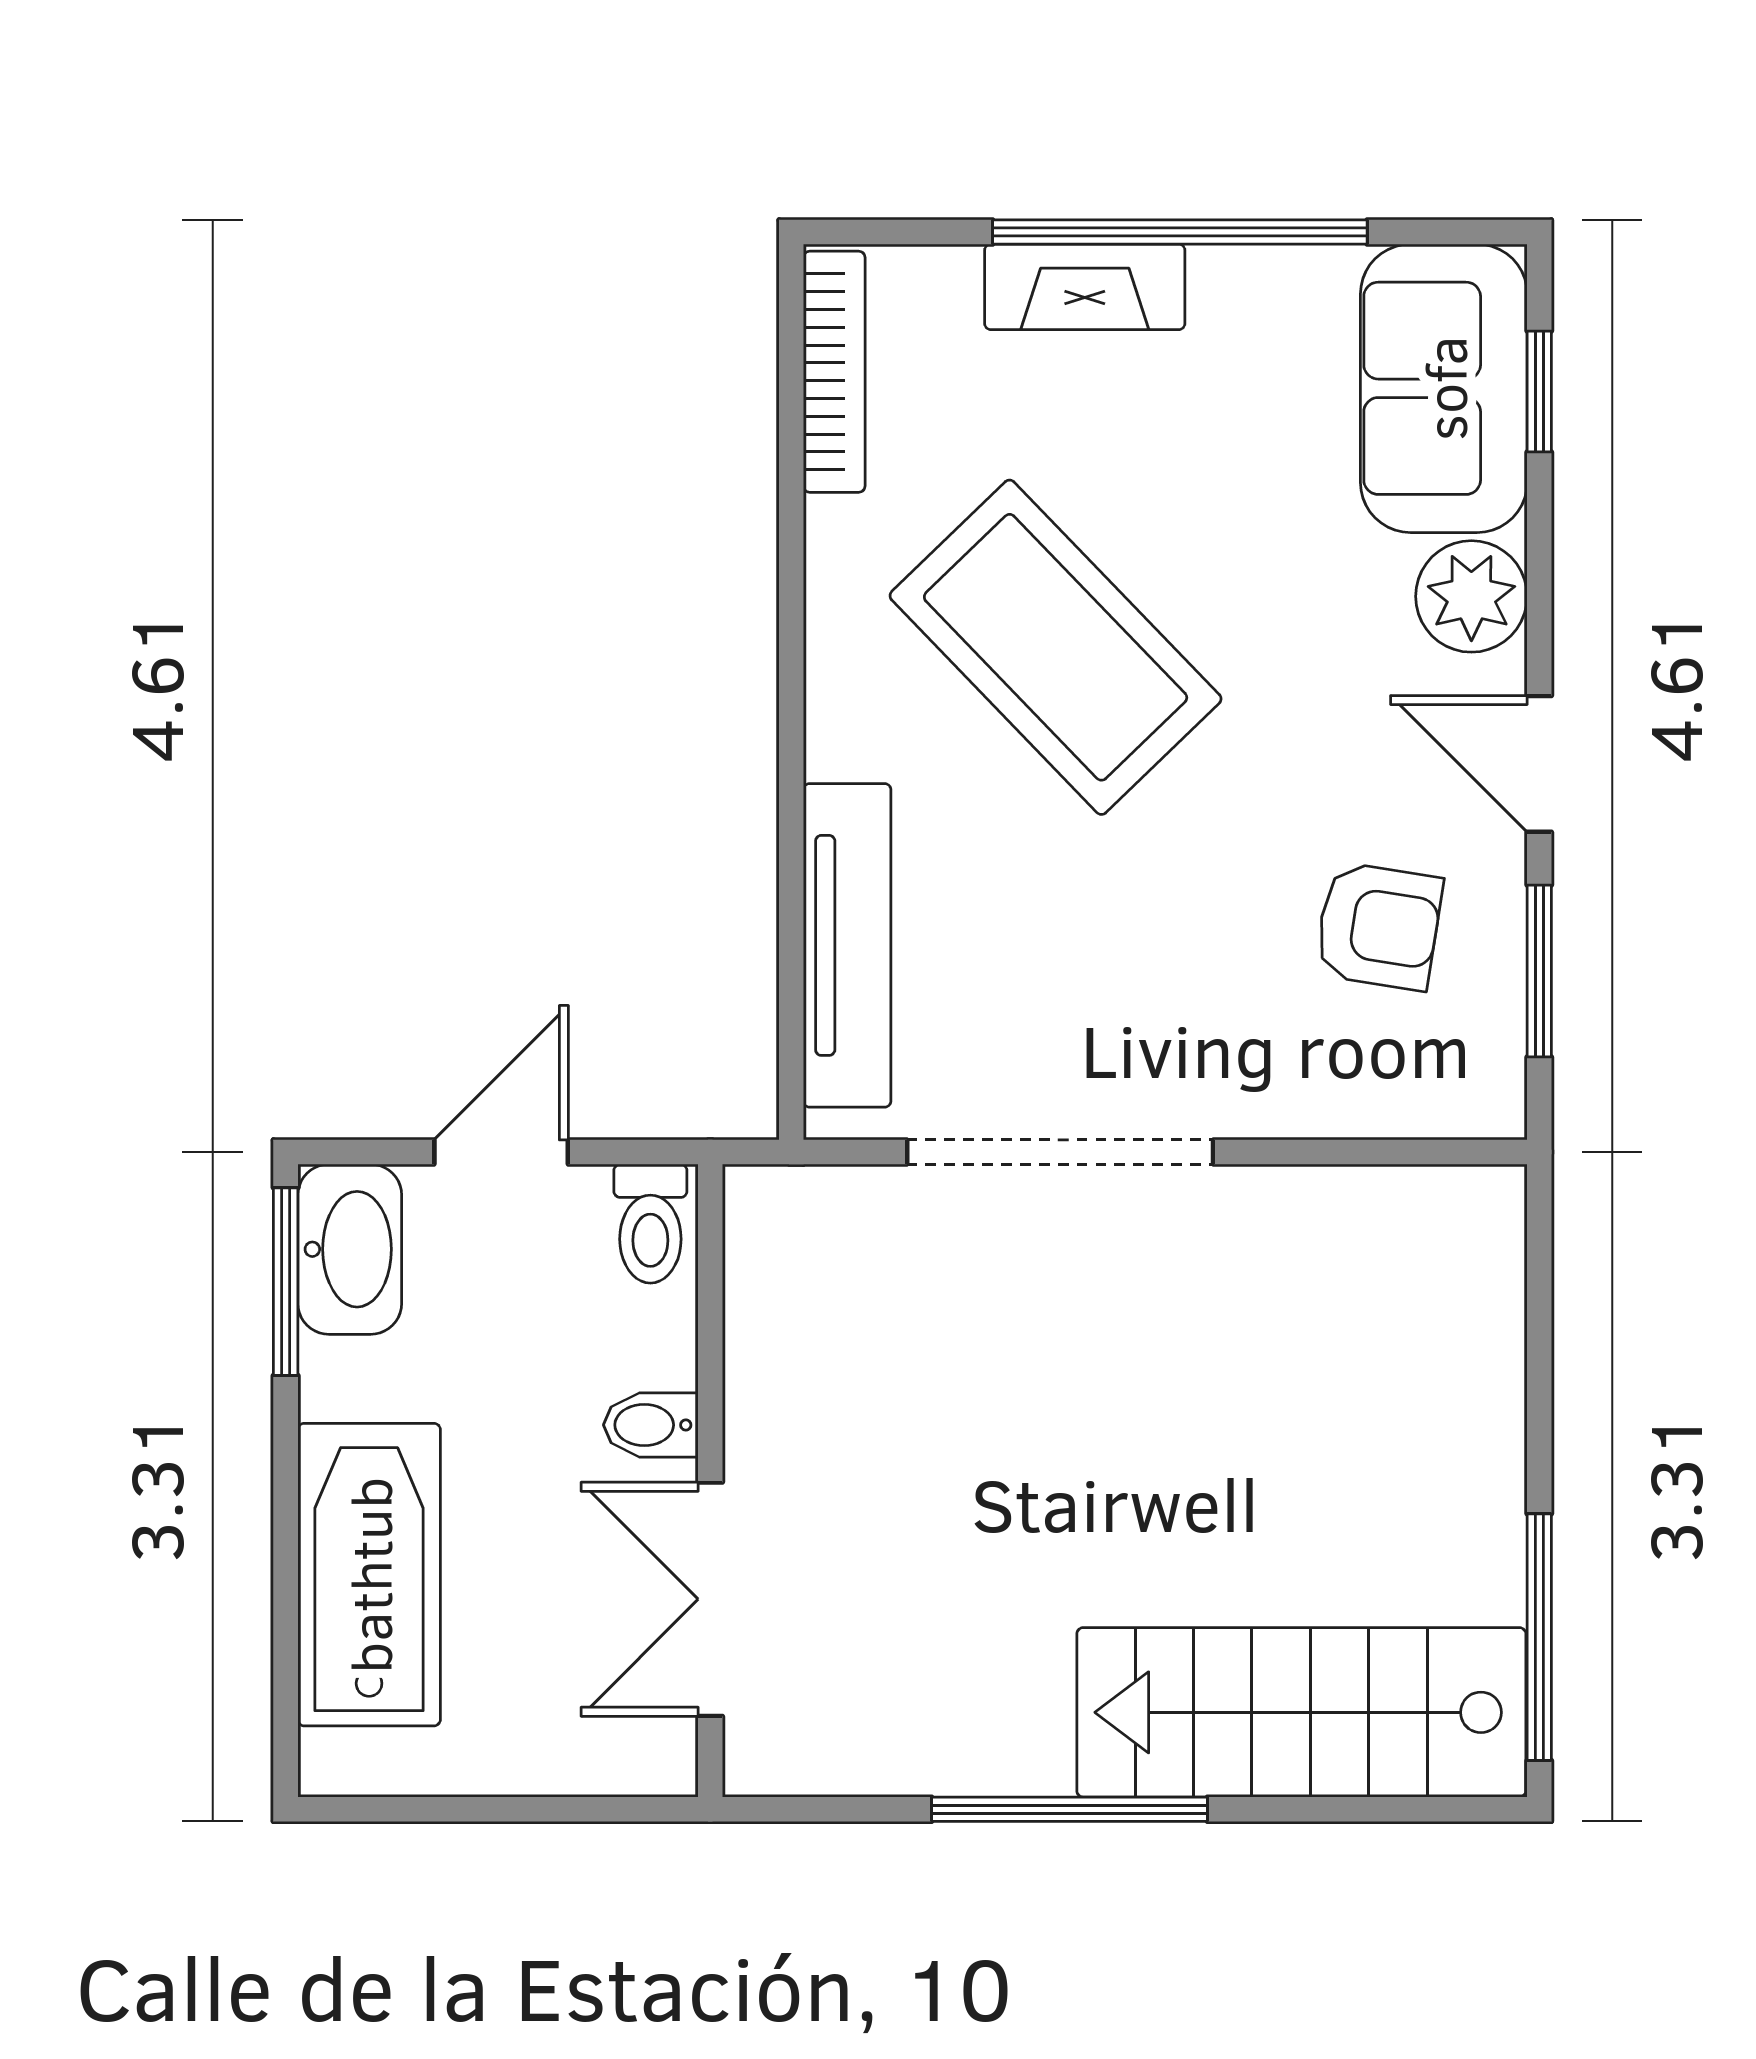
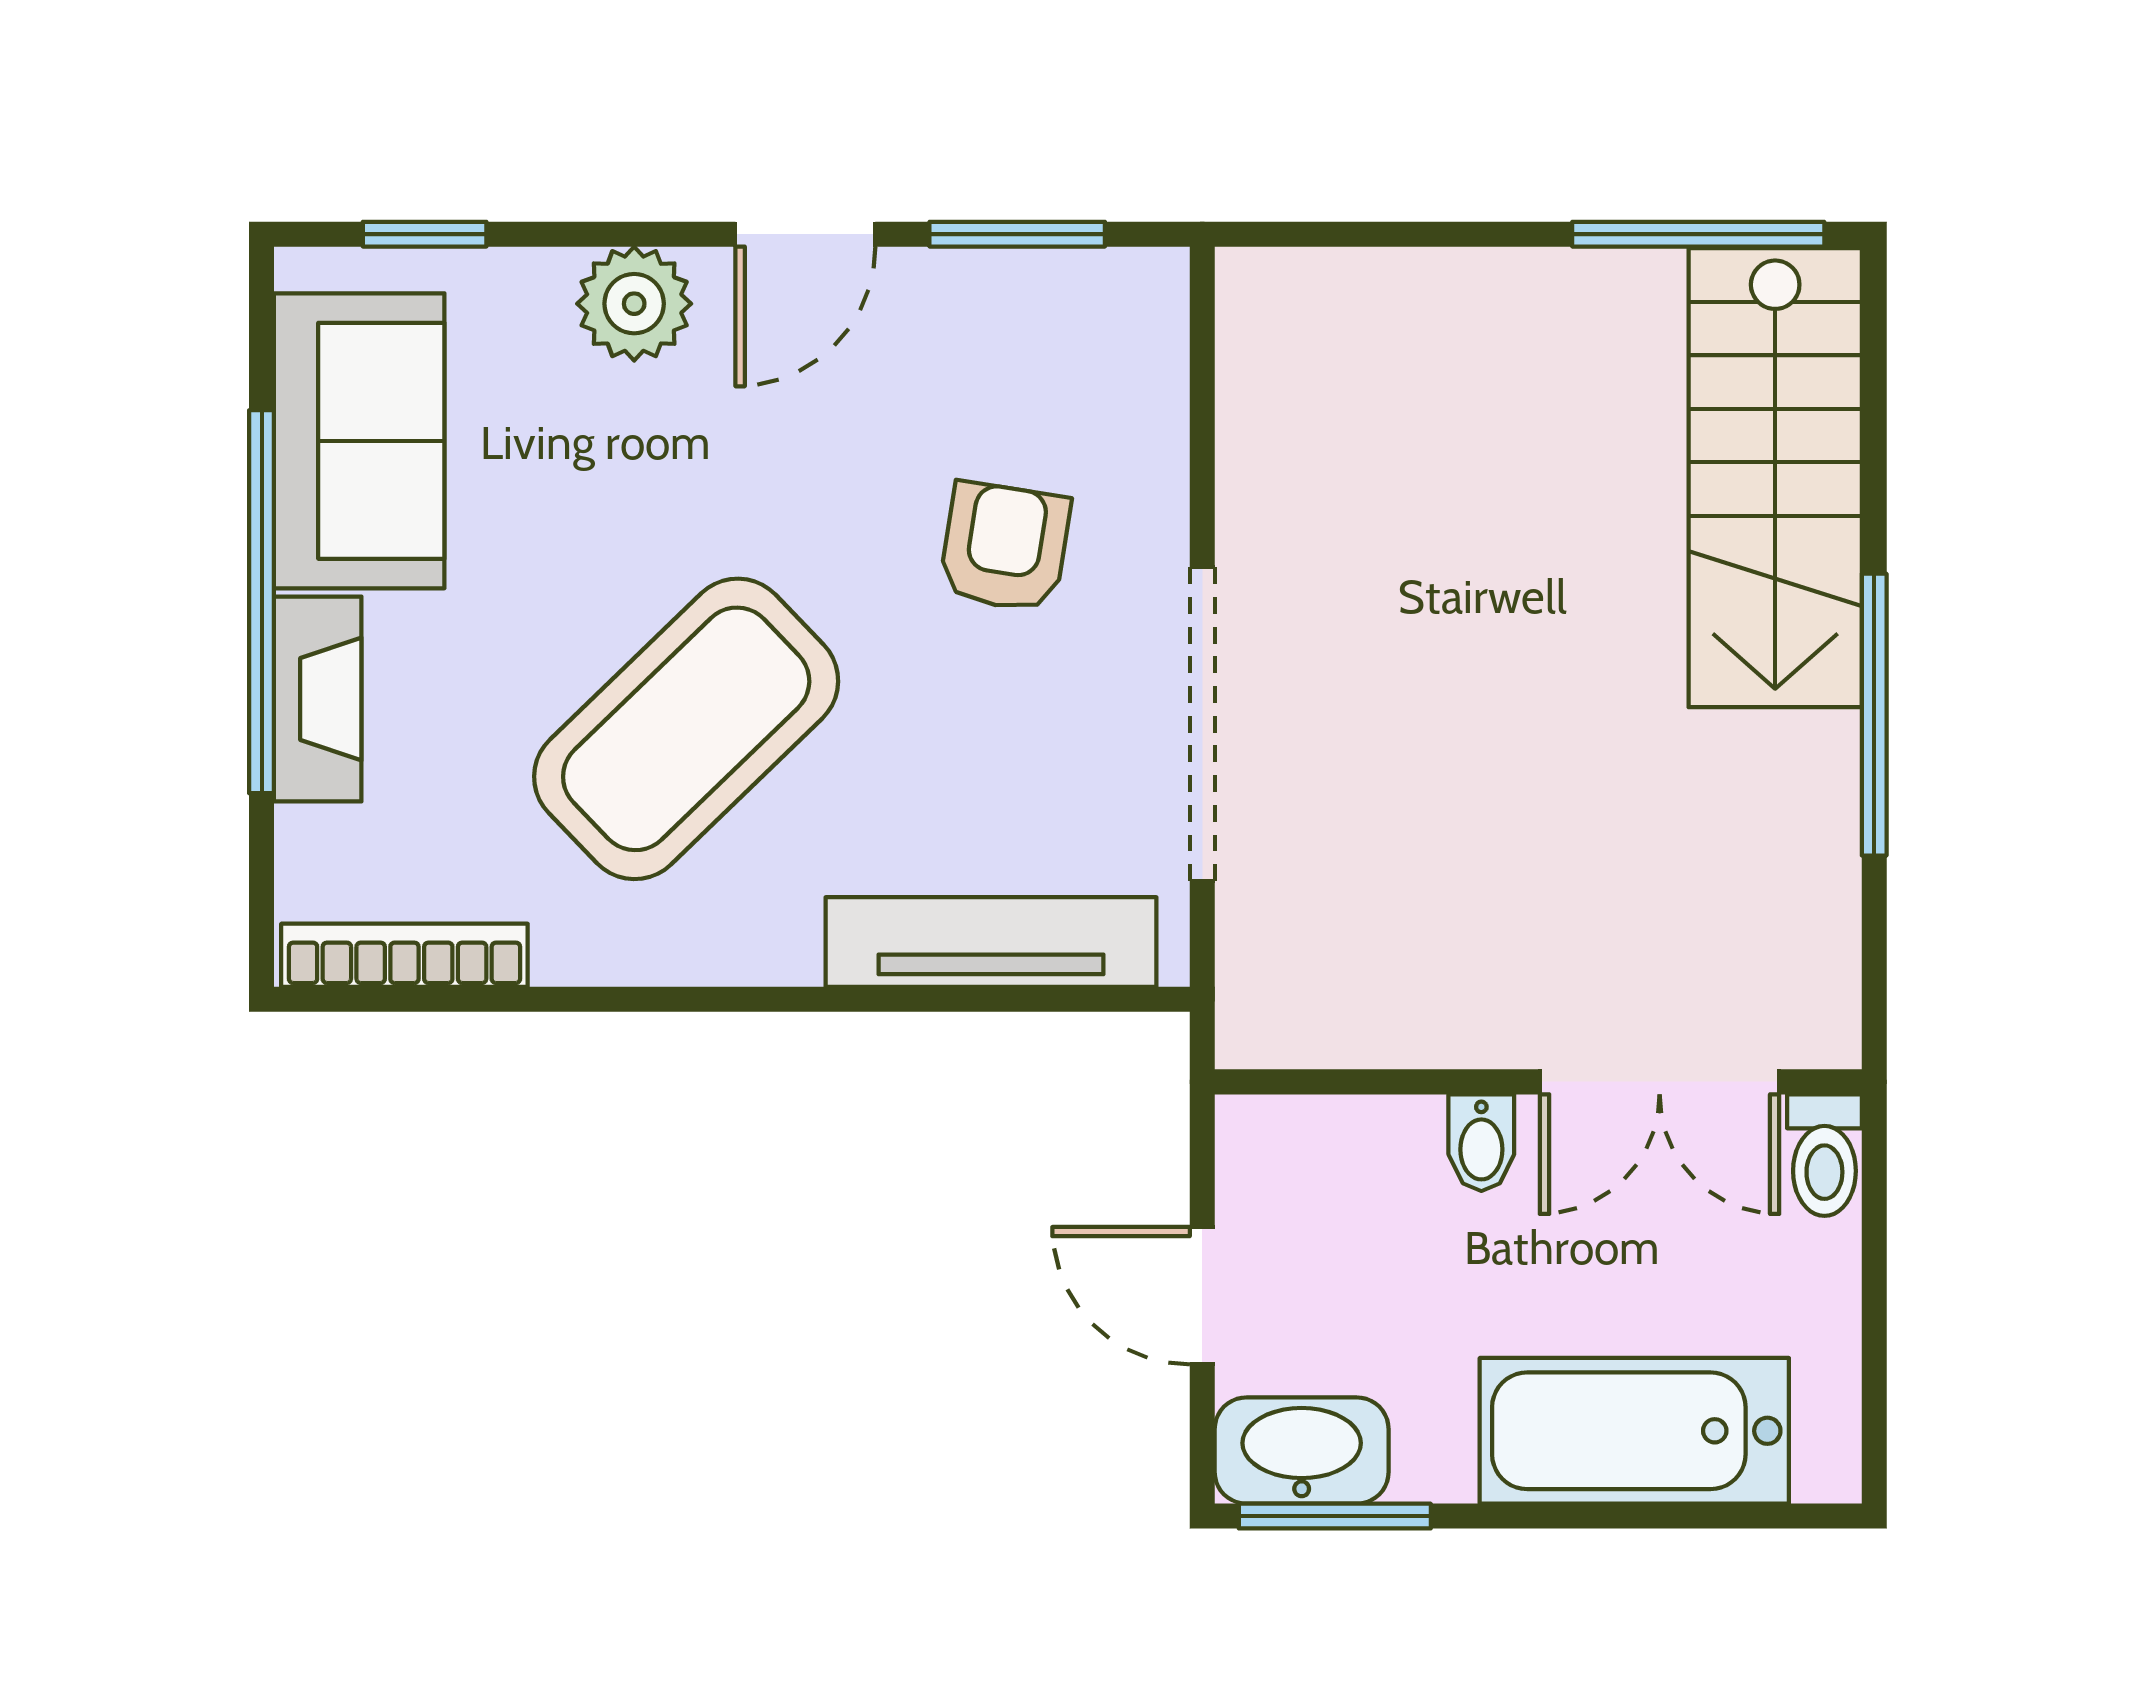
sofa: (1444, 388) -> (359, 441), moved, turned -90
armchair: (1378, 926) -> (1005, 547), moved
toilet: (650, 1224) -> (1824, 1155), moved, turned 90

